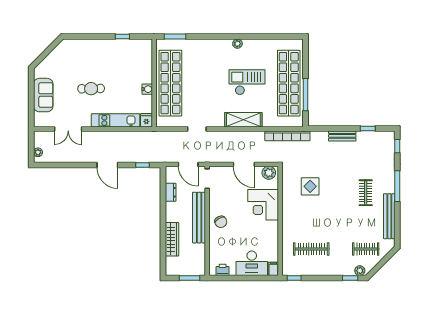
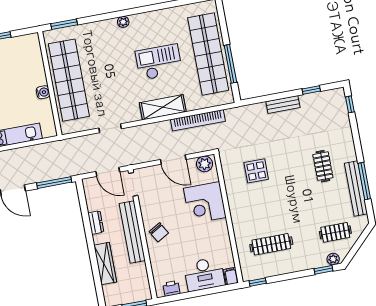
plant: (237, 44) -> (123, 22), moved
fridge: (146, 120) -> (49, 129), removed
bookcase: (287, 136) -> (198, 120), moved
window: (142, 165) -> (54, 183), width x2.17
window: (397, 186) -> (364, 181), moved
dresser: (171, 192) -> (96, 223), moved

